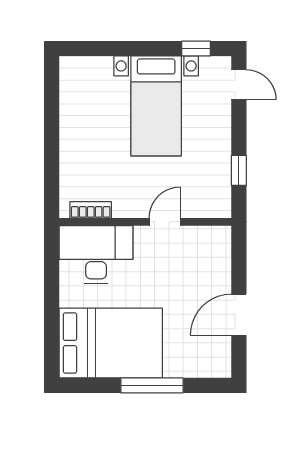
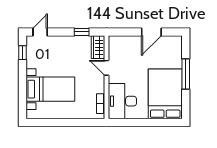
bed with nightstands: (156, 106) -> (50, 89), moved
wardrobe: (208, 204) -> (98, 47), added
door: (239, 315) -> (151, 32), hinge flipped

